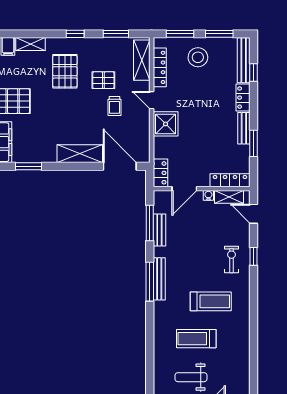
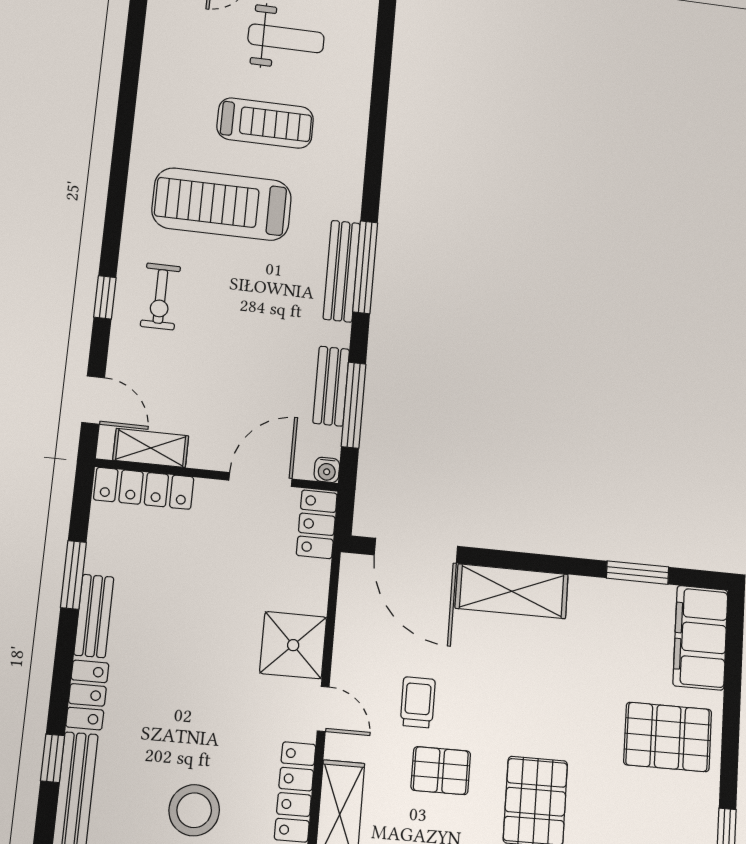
water cooler: (208, 195) -> (327, 470), moved
treadmill: (211, 301) -> (222, 204), width x1.37, depth x1.38

